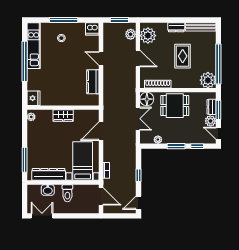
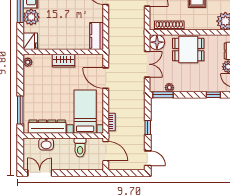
plant: (34, 77) -> (31, 17), added
kitchen counter: (93, 82) -> (97, 36), moved
door: (101, 131) -> (106, 78), hinge flipped
window: (176, 146) -> (163, 95), moved
toilet: (67, 193) -> (80, 148), moved
door: (138, 203) -> (148, 158), swing flipped

